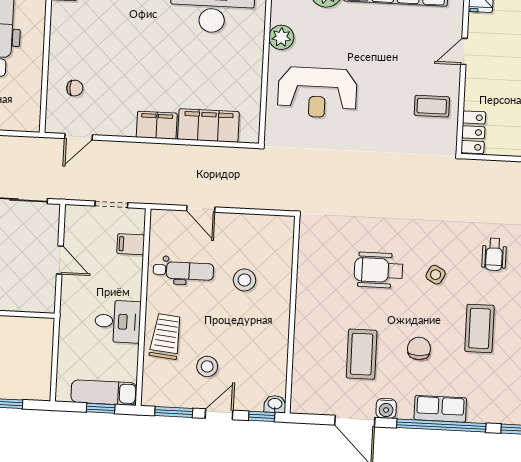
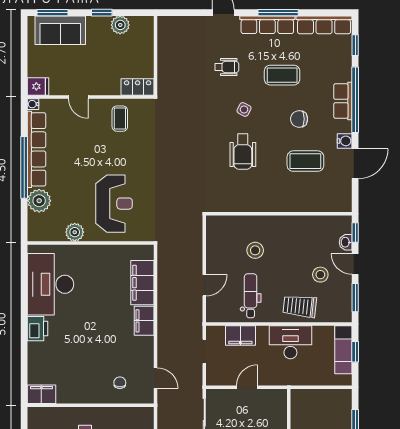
filing cabinet: (131, 244) -> (240, 336), width x2.00
desk: (118, 321) -> (290, 342), width x1.37
washbasin: (275, 404) -> (346, 242), moved

